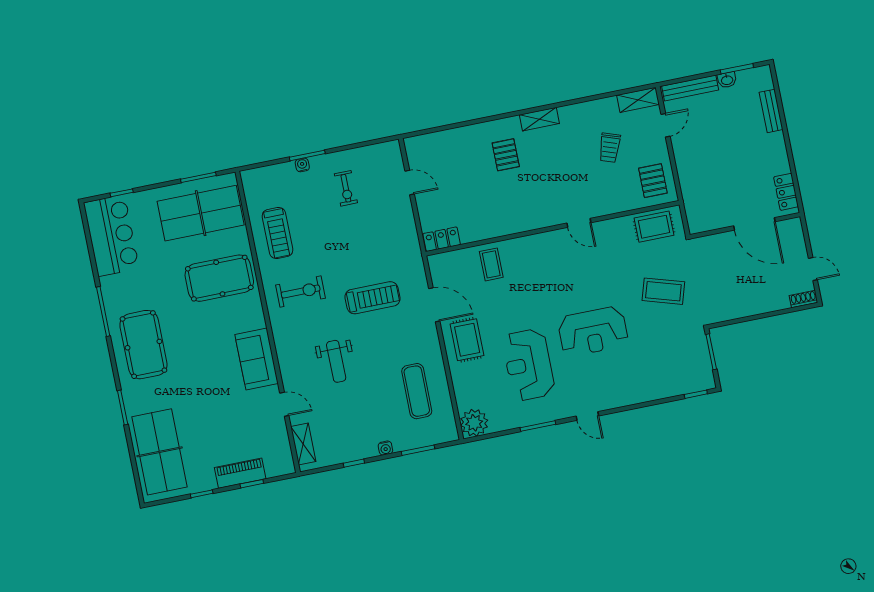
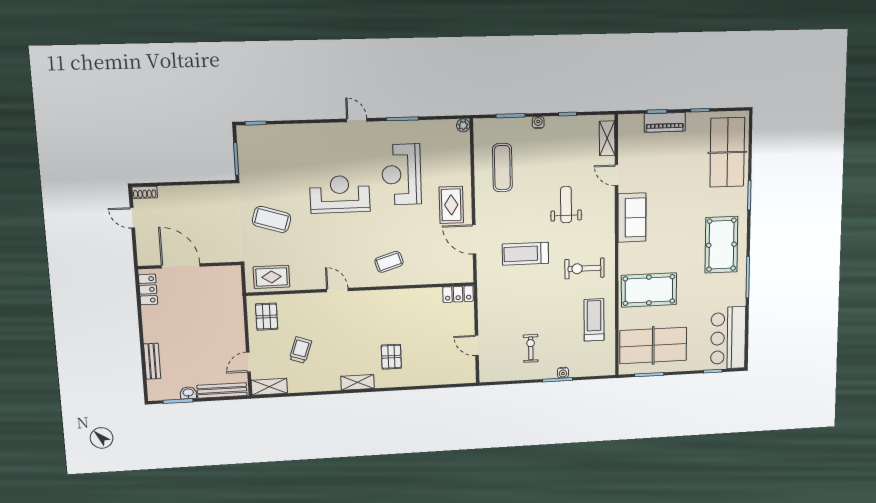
coffee table: (491, 264) -> (389, 262), moved, turned 73
reception desk: (528, 365) -> (401, 174), turned 180
plant: (474, 423) -> (463, 125), width x0.53, depth x0.53

